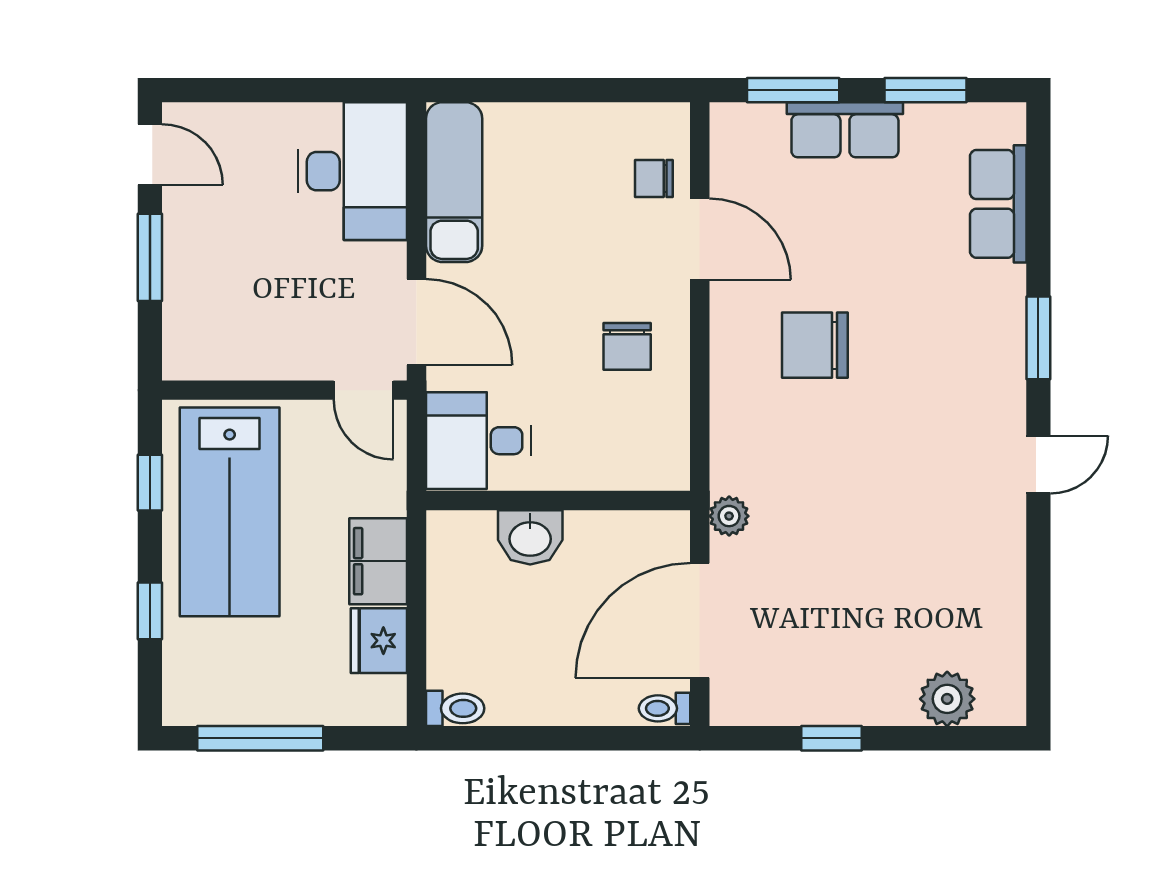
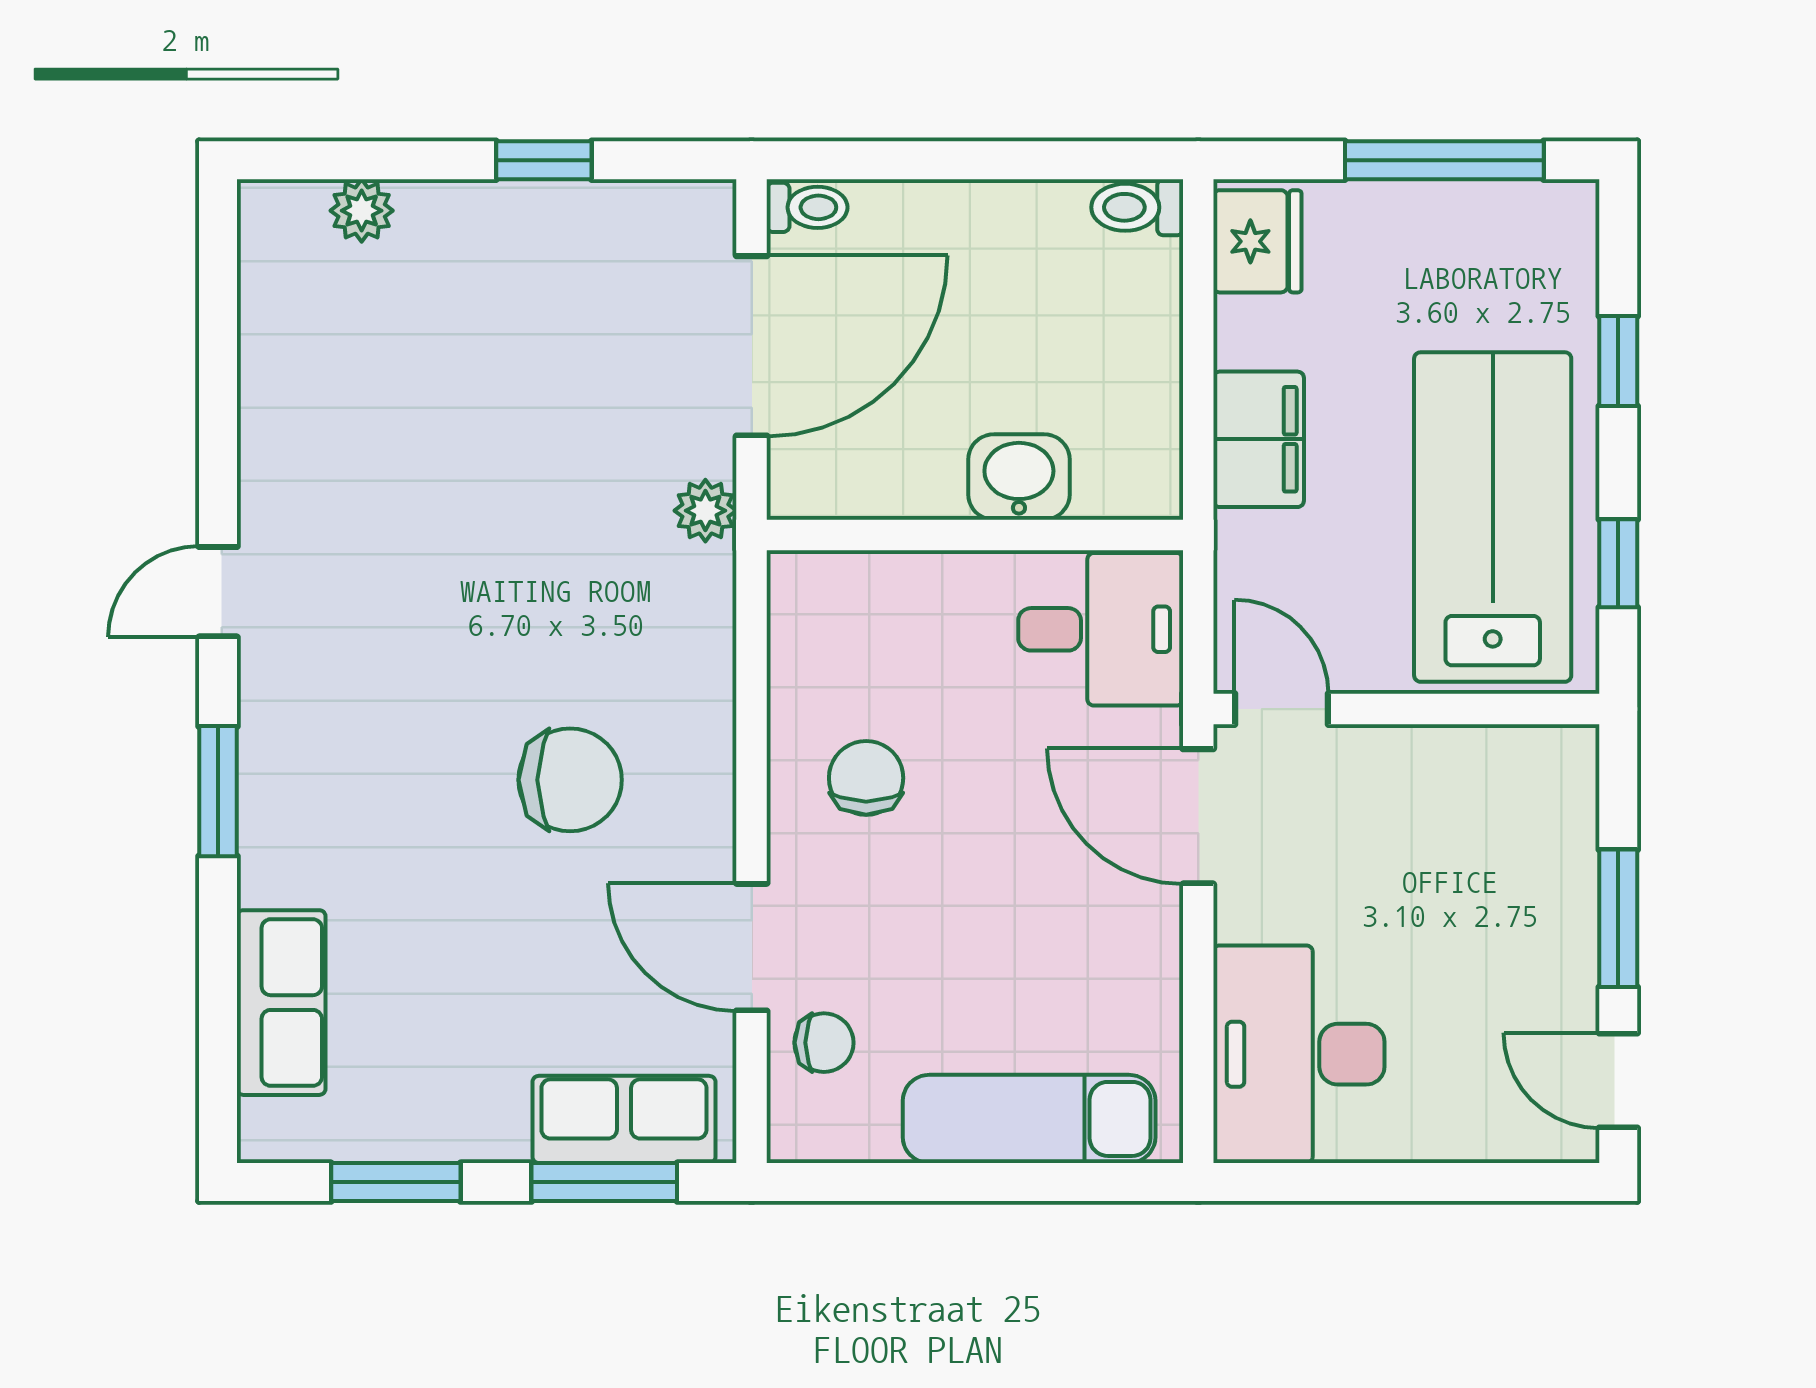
row of seats: (845, 130) -> (624, 1119), moved
exam couch: (454, 182) -> (1029, 1119), moved, turned 90
fridge: (379, 641) -> (1257, 241), moved
plant: (947, 699) -> (362, 211), width x0.73, depth x0.73

